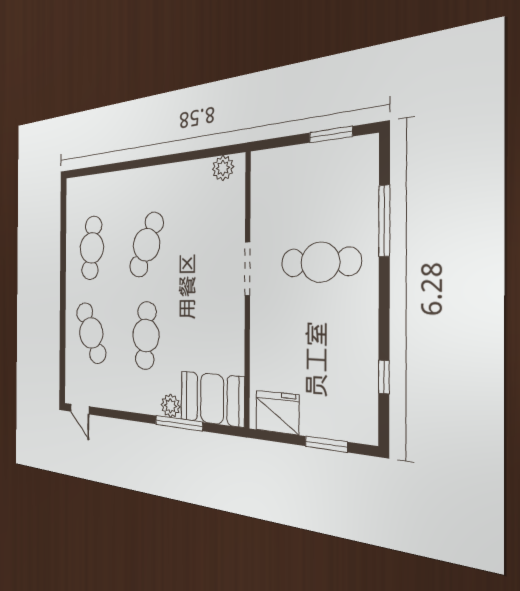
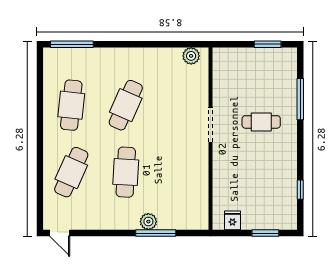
window: (93, 170) -> (72, 44), added
cafe table: (320, 262) -> (261, 122), width x0.73, depth x0.74
cafe table: (91, 333) -> (71, 172), turned 48
booth: (212, 399) -> (183, 213), removed
fridge: (277, 412) -> (232, 220), width x0.53, depth x0.75

